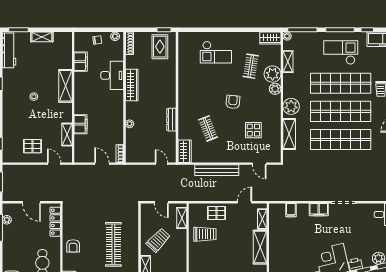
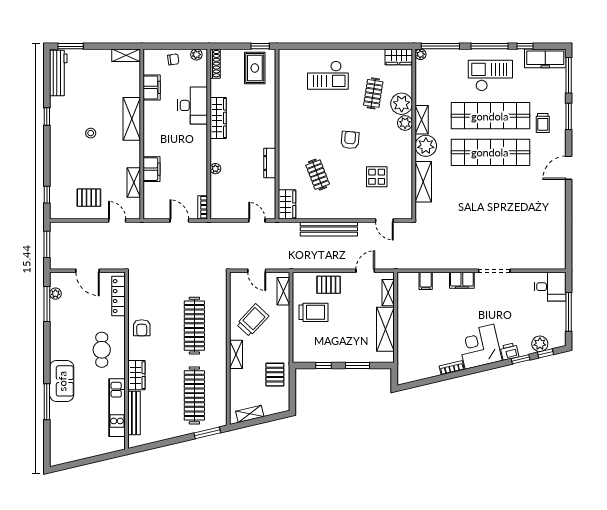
shelving: (42, 37) -> (126, 55), moved
shelving: (288, 62) -> (422, 120), moved
shop shelf: (341, 139) -> (490, 189), removed

